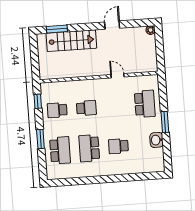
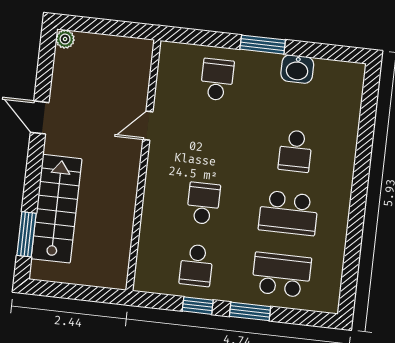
window: (38, 101) -> (198, 306), moved
school desk: (145, 104) -> (217, 80), width x0.54

